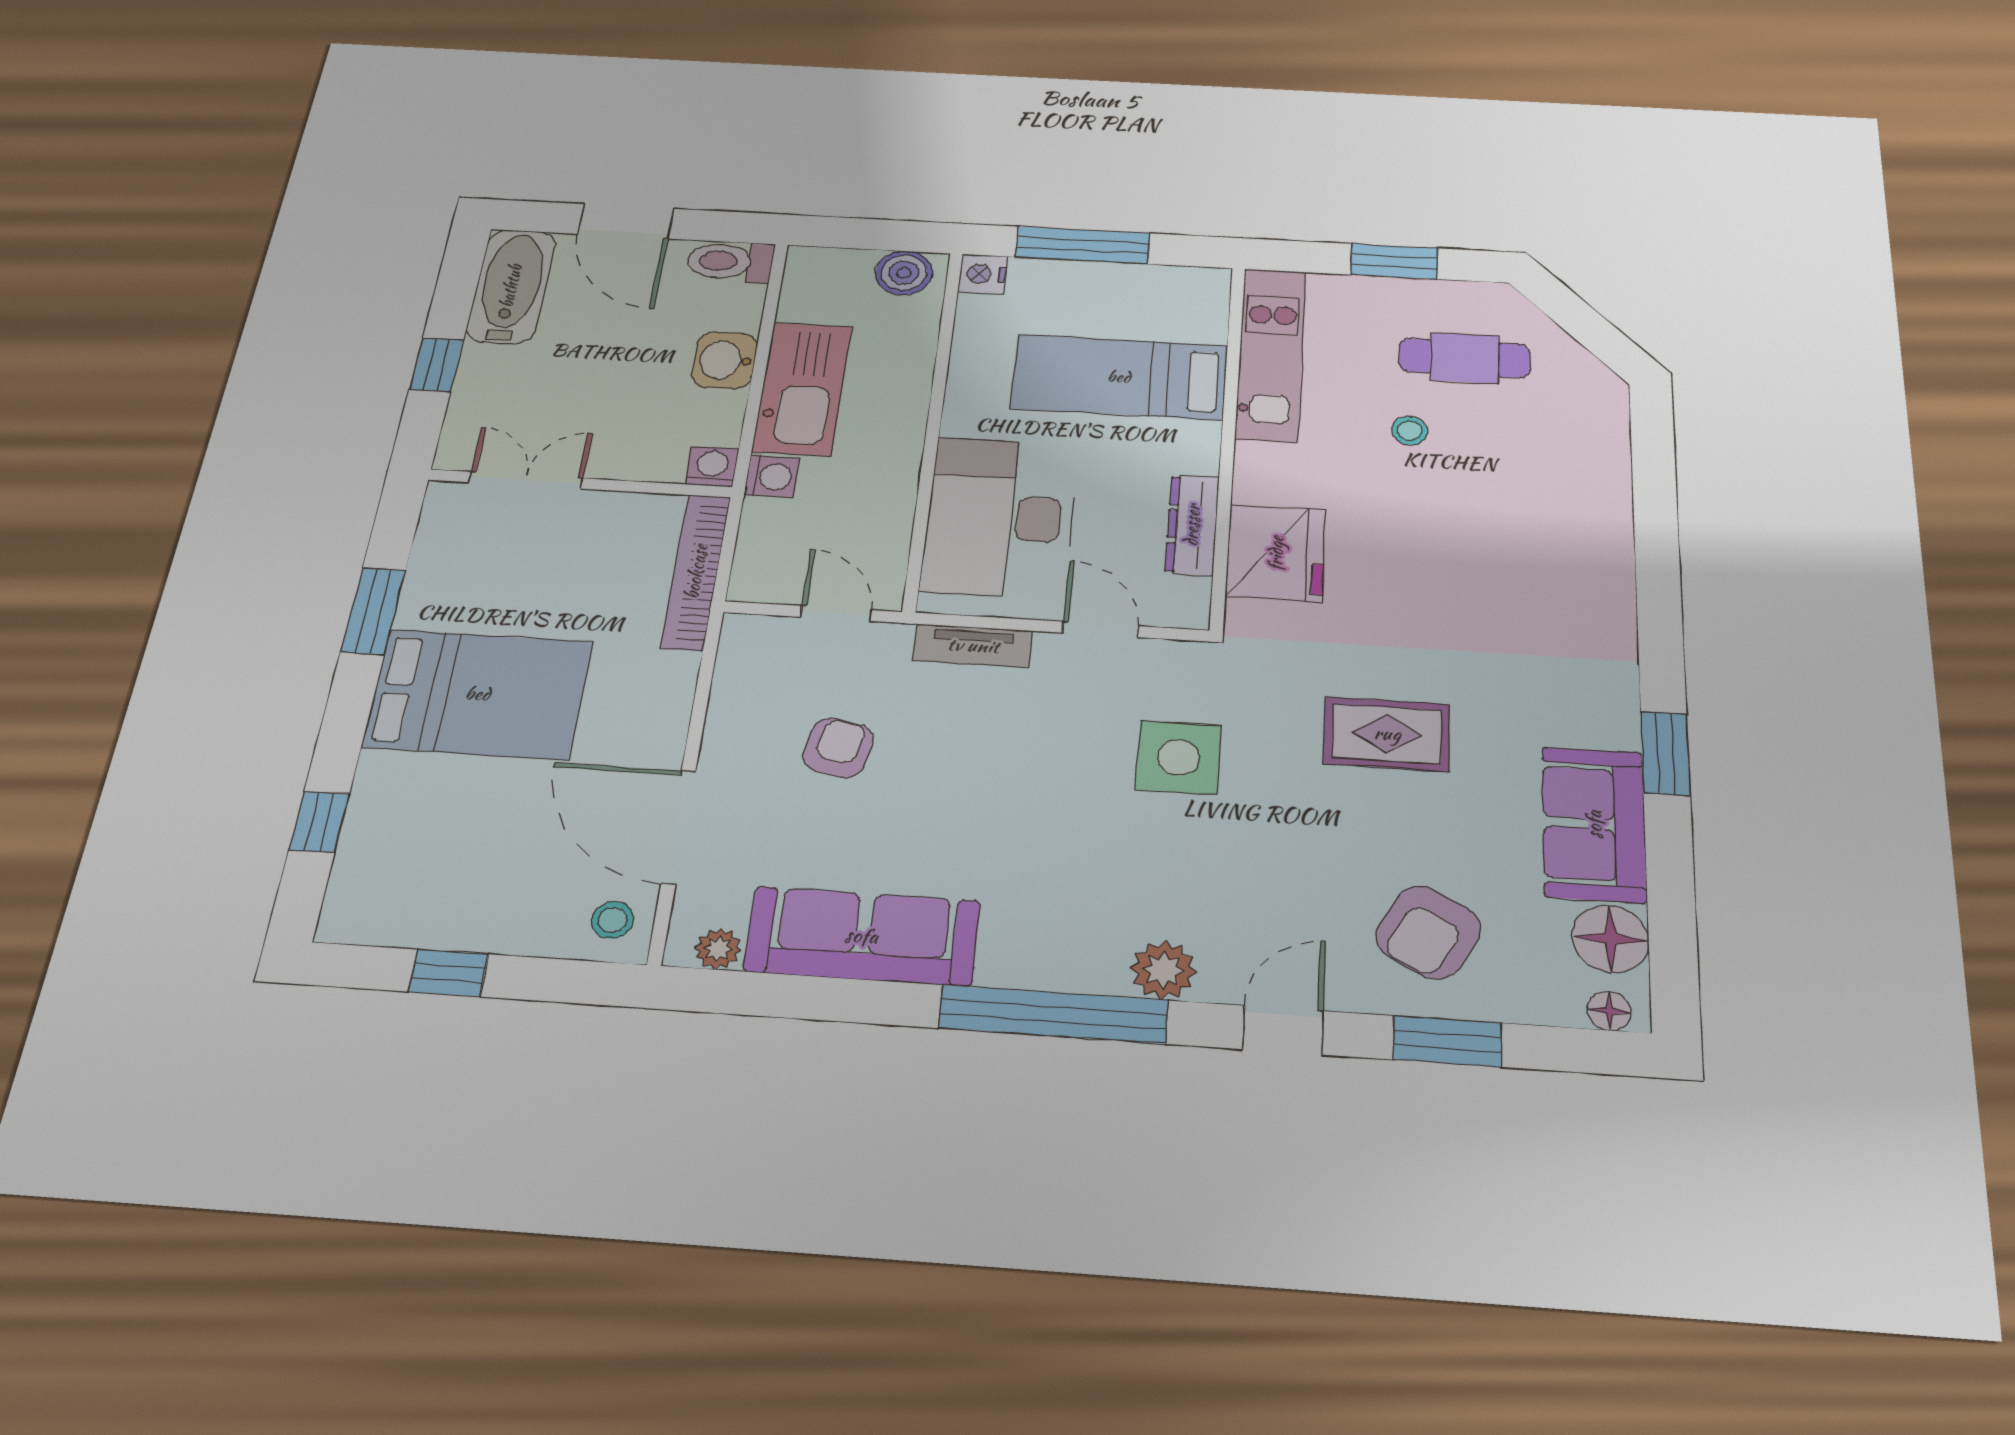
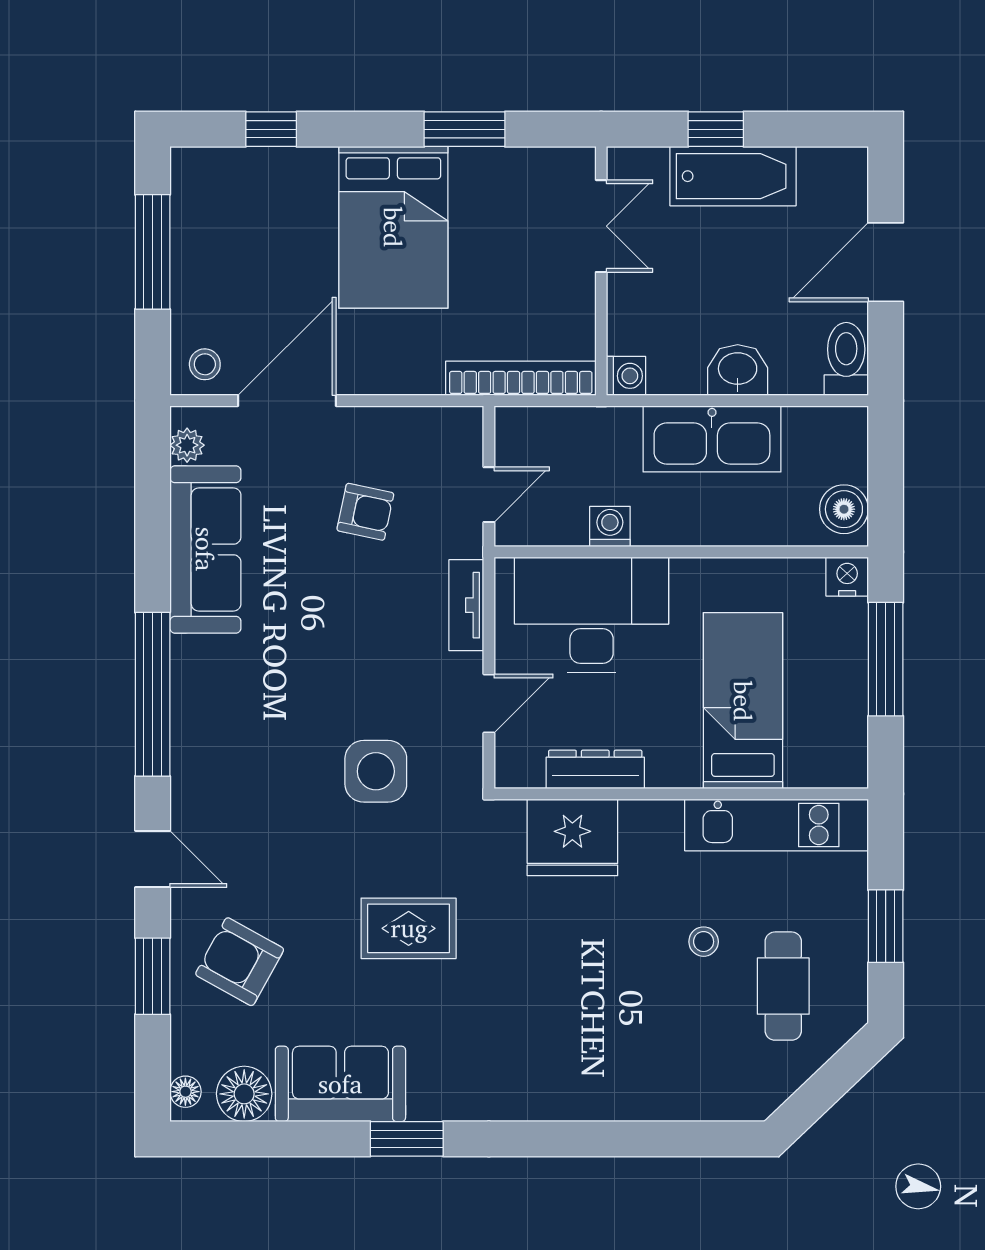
bathtub: (511, 286) -> (733, 176), moved
washing machine: (772, 476) -> (610, 526), moved, turned 180
rug: (1387, 734) -> (409, 928), turned 90
plant: (1163, 970) -> (194, 771), removed
window: (449, 973) -> (153, 252), width x2.17

